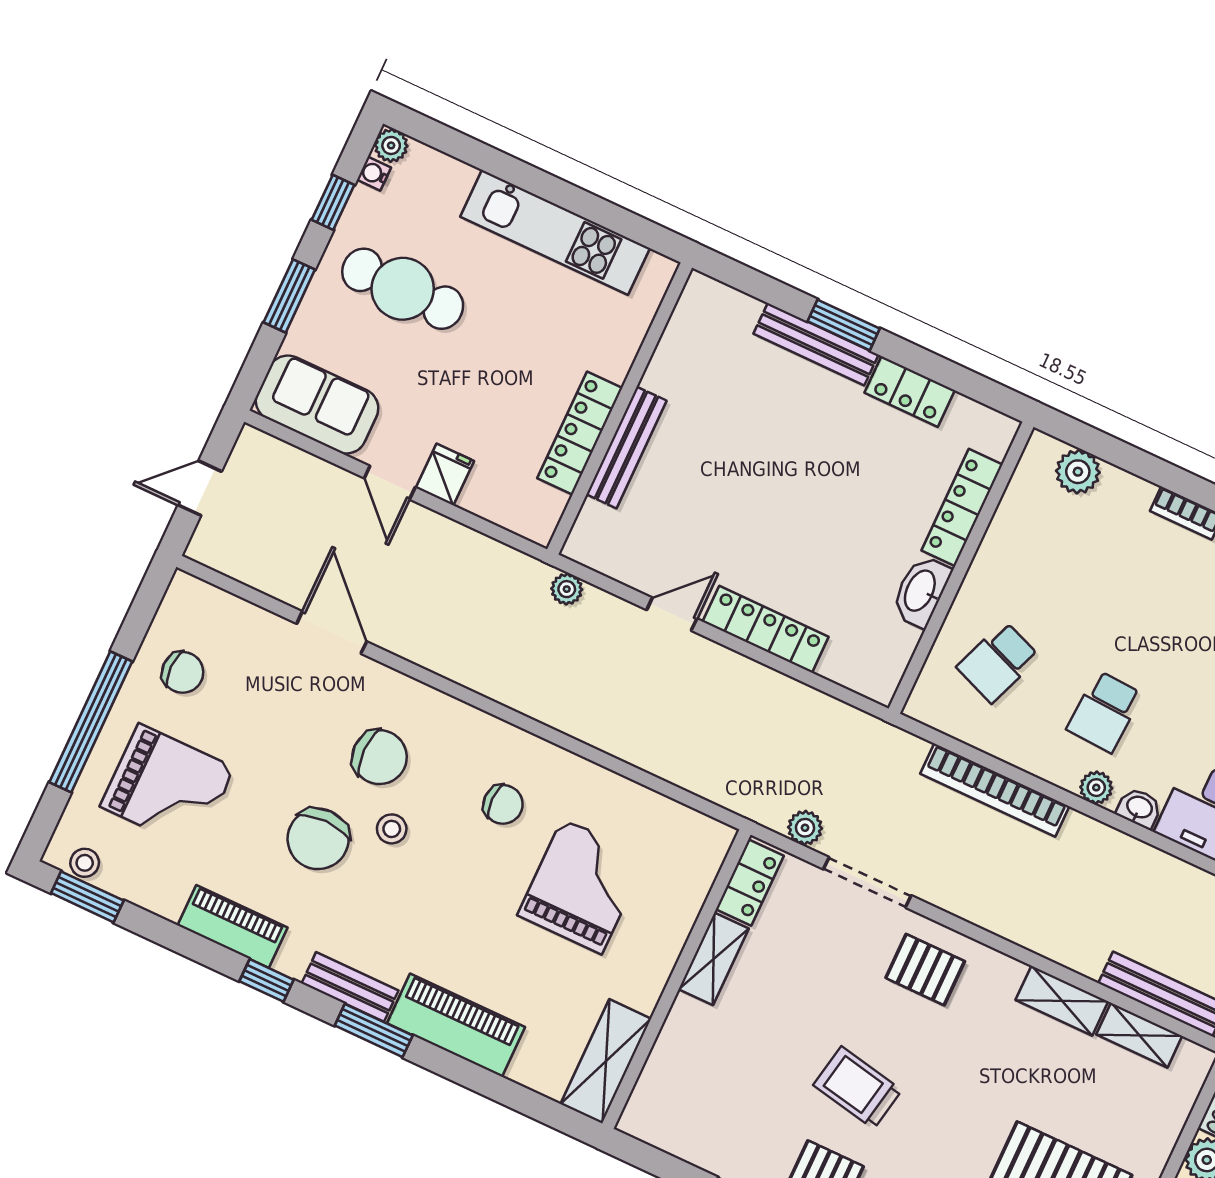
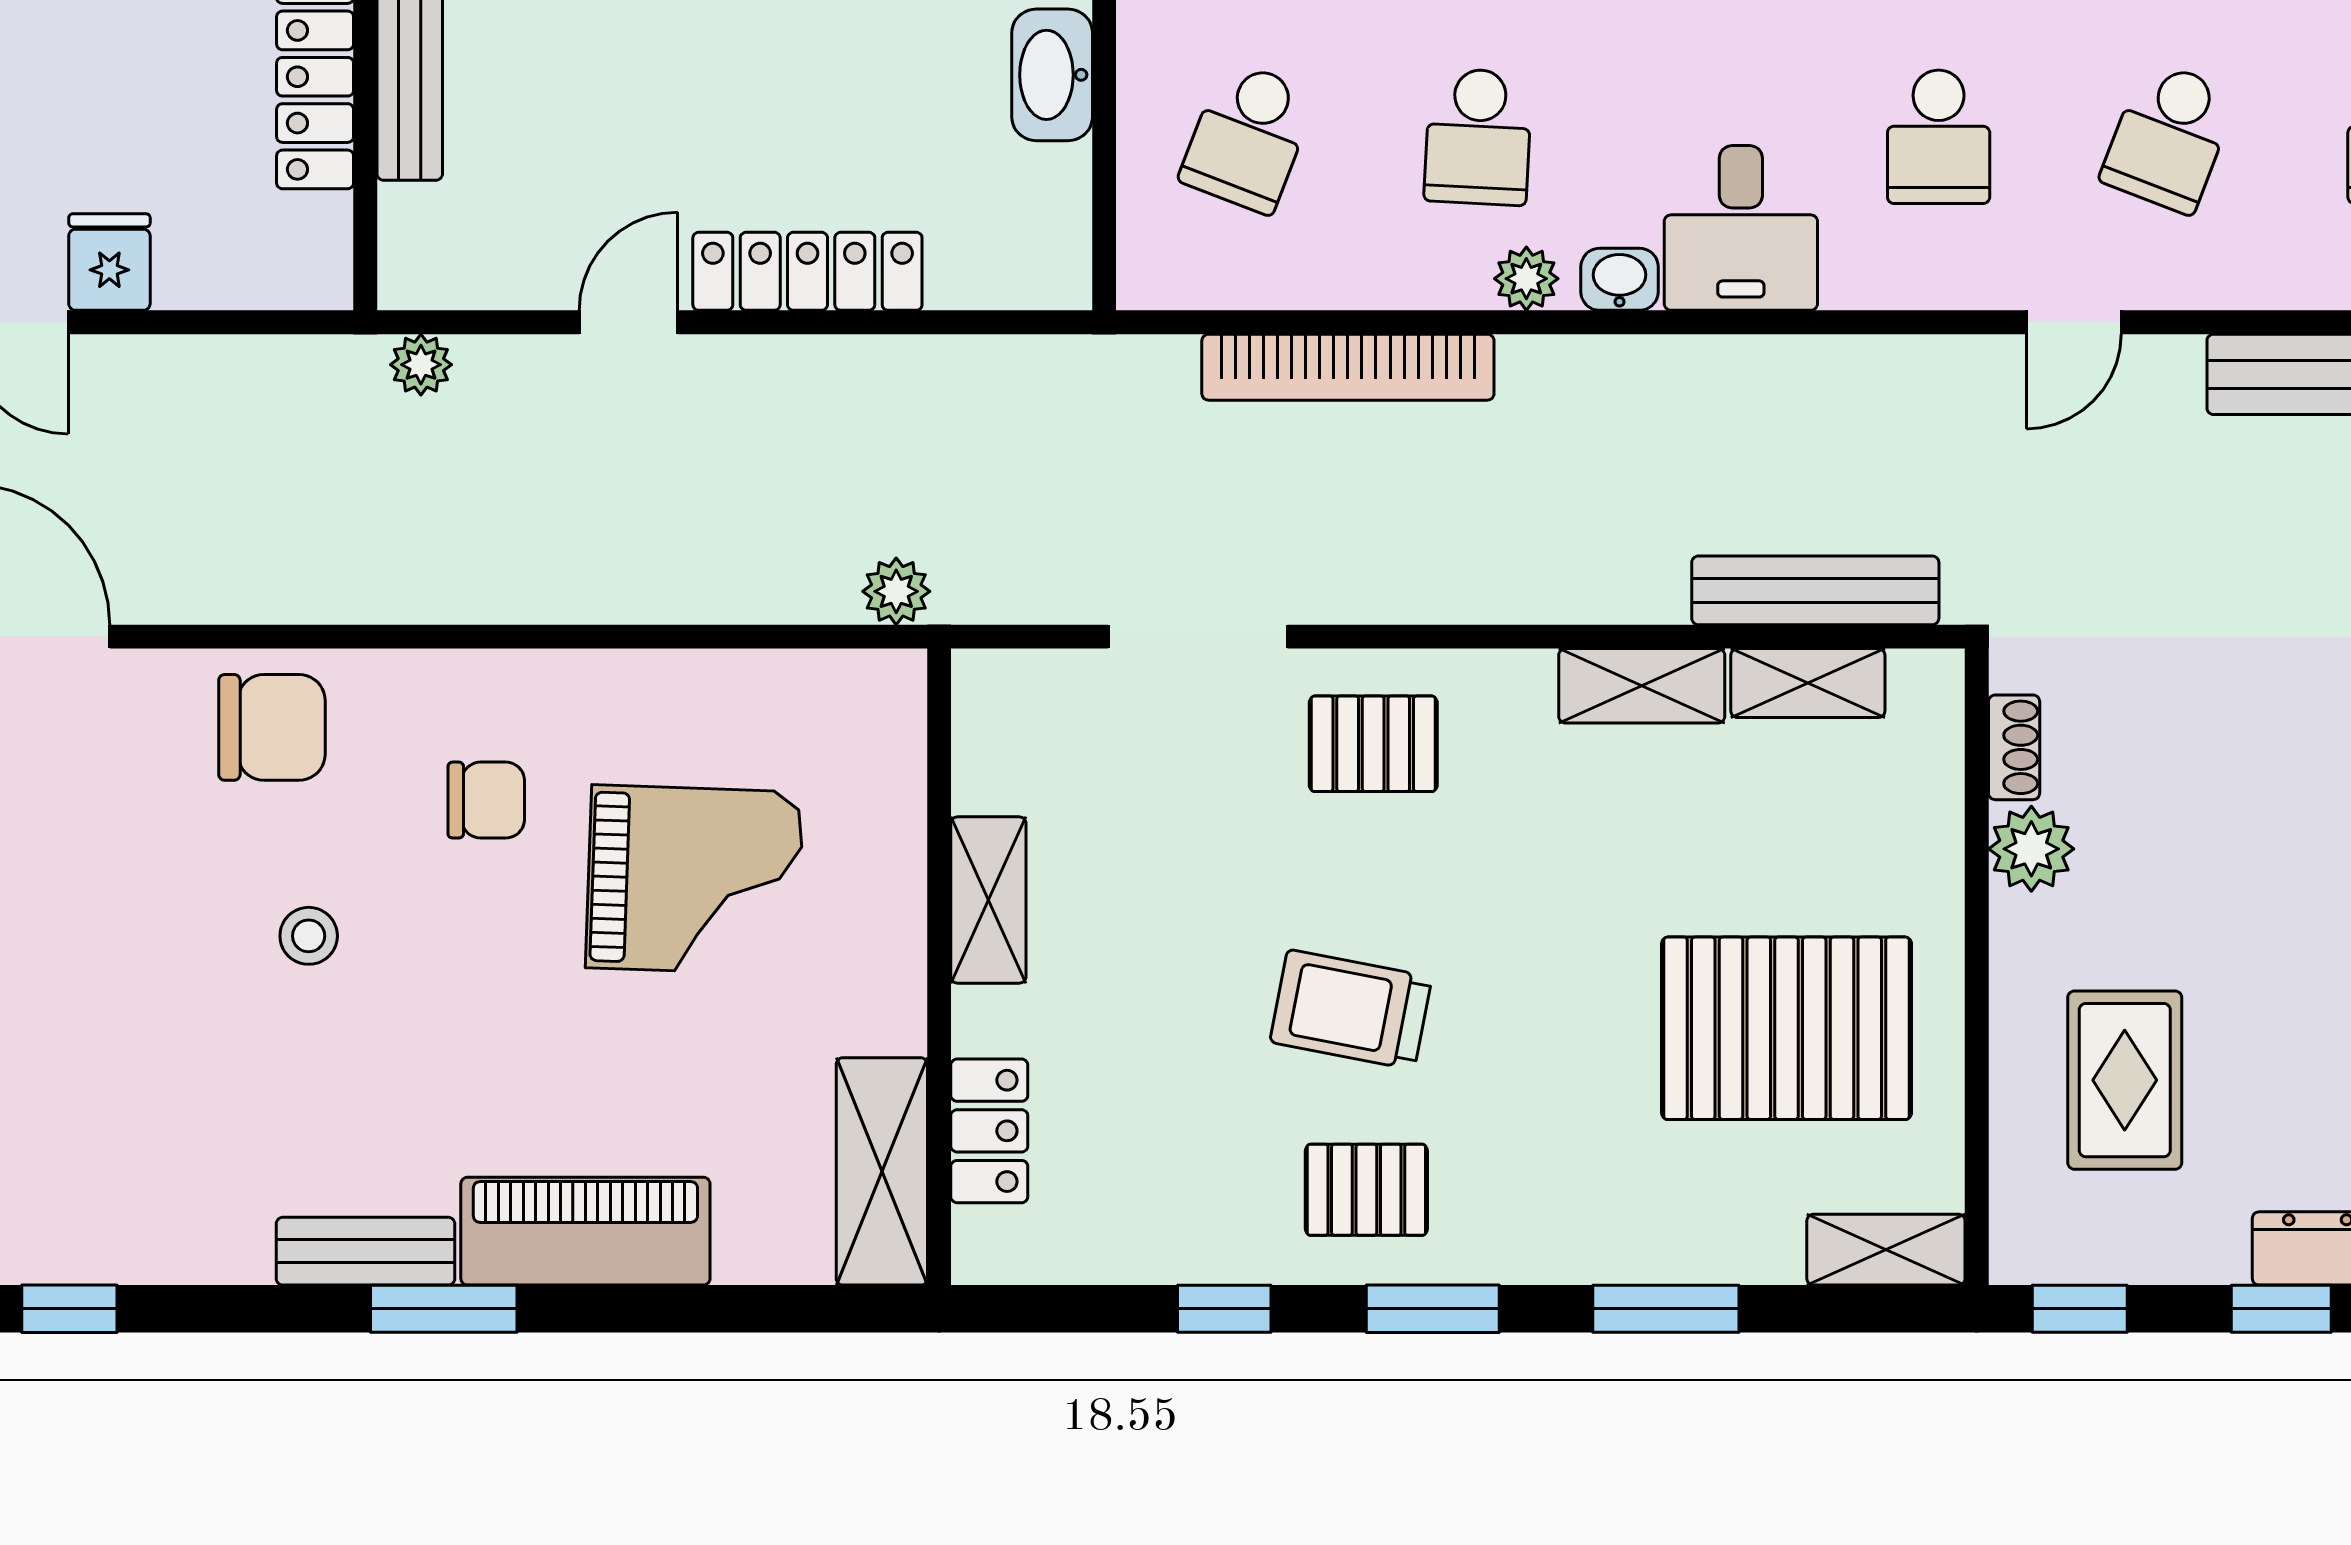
chair: (379, 757) -> (272, 727), moved
plant: (805, 828) -> (896, 591), moved
chair: (318, 839) -> (186, 1015), removed
locker: (750, 882) -> (989, 1131), moved
grand piano: (582, 886) -> (694, 880), turned 92
piano: (232, 926) -> (107, 1241), removed
window: (267, 980) -> (69, 1309), moved

